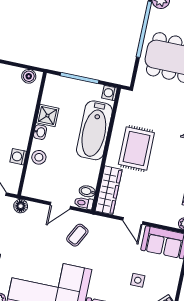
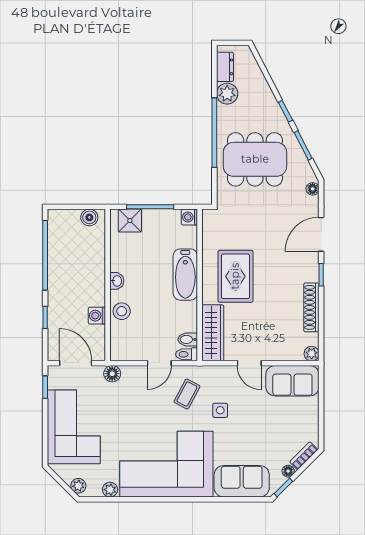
shower: (47, 116) -> (130, 221), moved
bathtub: (94, 130) -> (185, 275), width x0.73, depth x0.73
side table: (138, 280) -> (220, 410), moved

